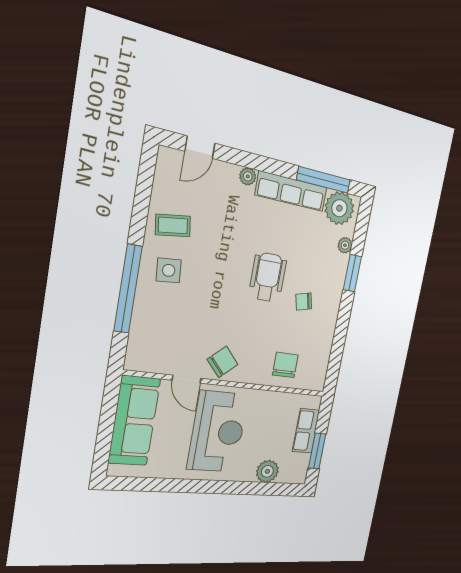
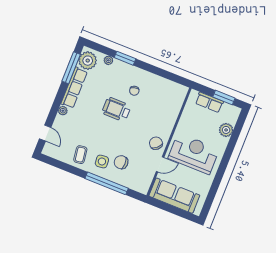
chair: (285, 365) -> (121, 162), moved

